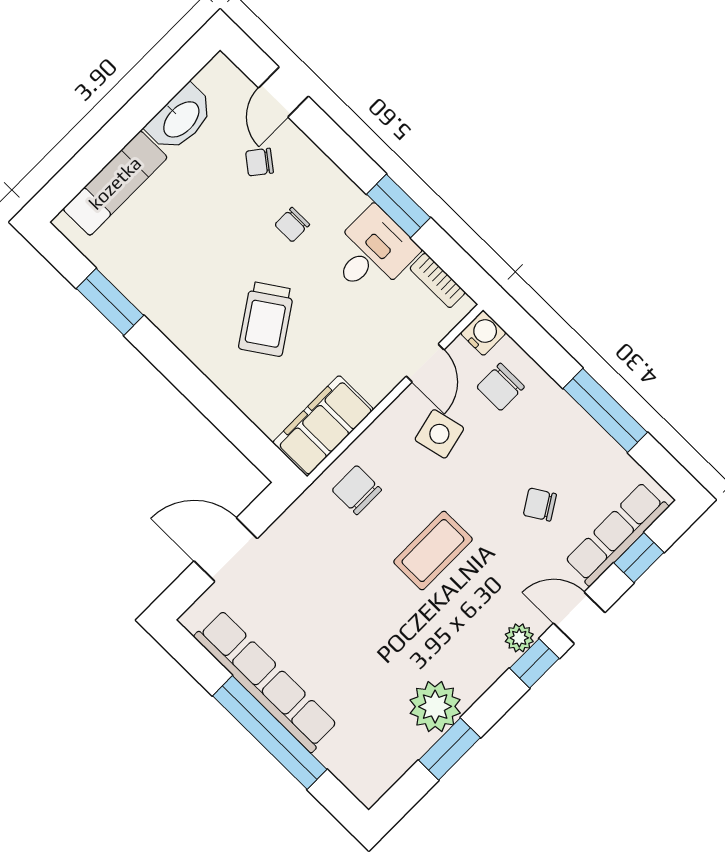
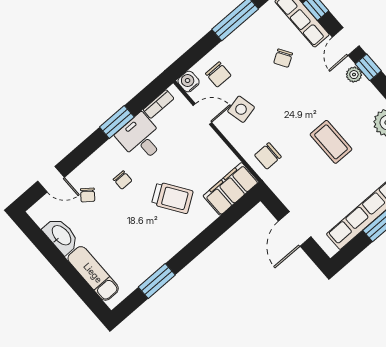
filing cabinet: (323, 426) -> (231, 189), moved, turned 90
coffee table: (433, 551) -> (331, 142), moved

